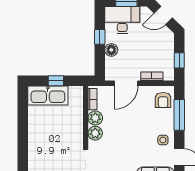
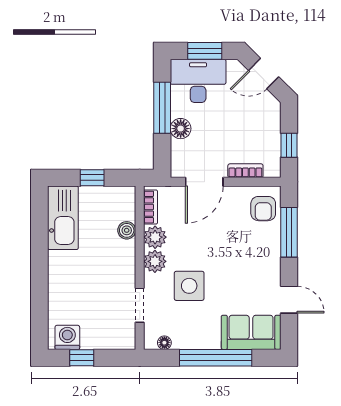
window: (100, 37) -> (162, 108), width x2.17
kitchen sink: (48, 95) -> (63, 218), moved, turned -90
boiler: (78, 114) -> (127, 230), added
side table: (163, 140) -> (189, 286), moved, width x1.87, depth x1.87

